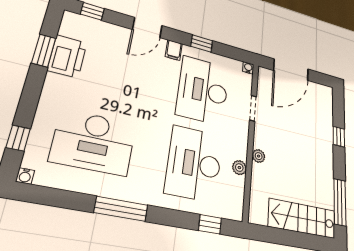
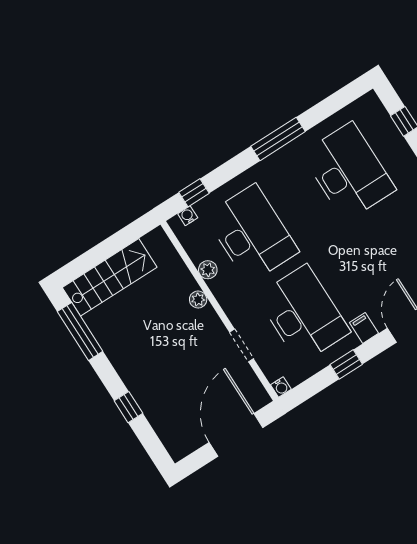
desk: (94, 142) -> (349, 172), turned 90
water cooler: (25, 176) -> (188, 216), moved

